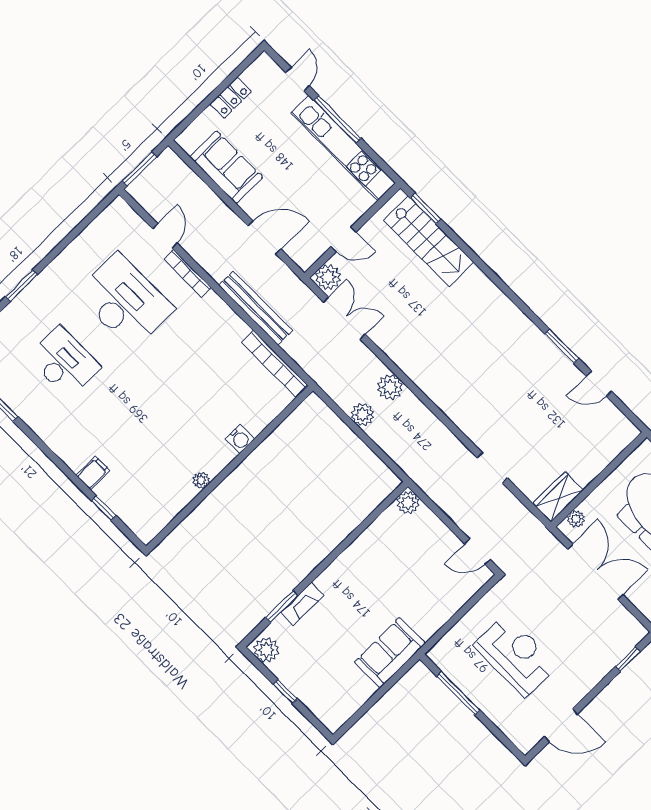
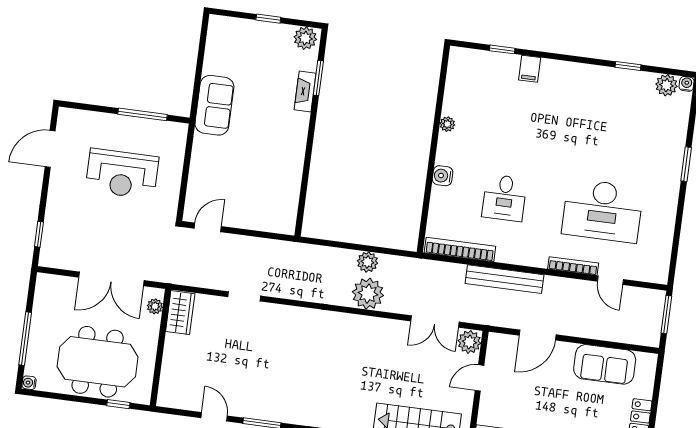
desk: (64, 362) -> (504, 198), moved, width x0.73
door: (599, 384) -> (214, 417), hinge flipped
plant: (390, 387) -> (368, 294), width x1.36, depth x1.36
plant: (408, 503) -> (285, 224), removed

